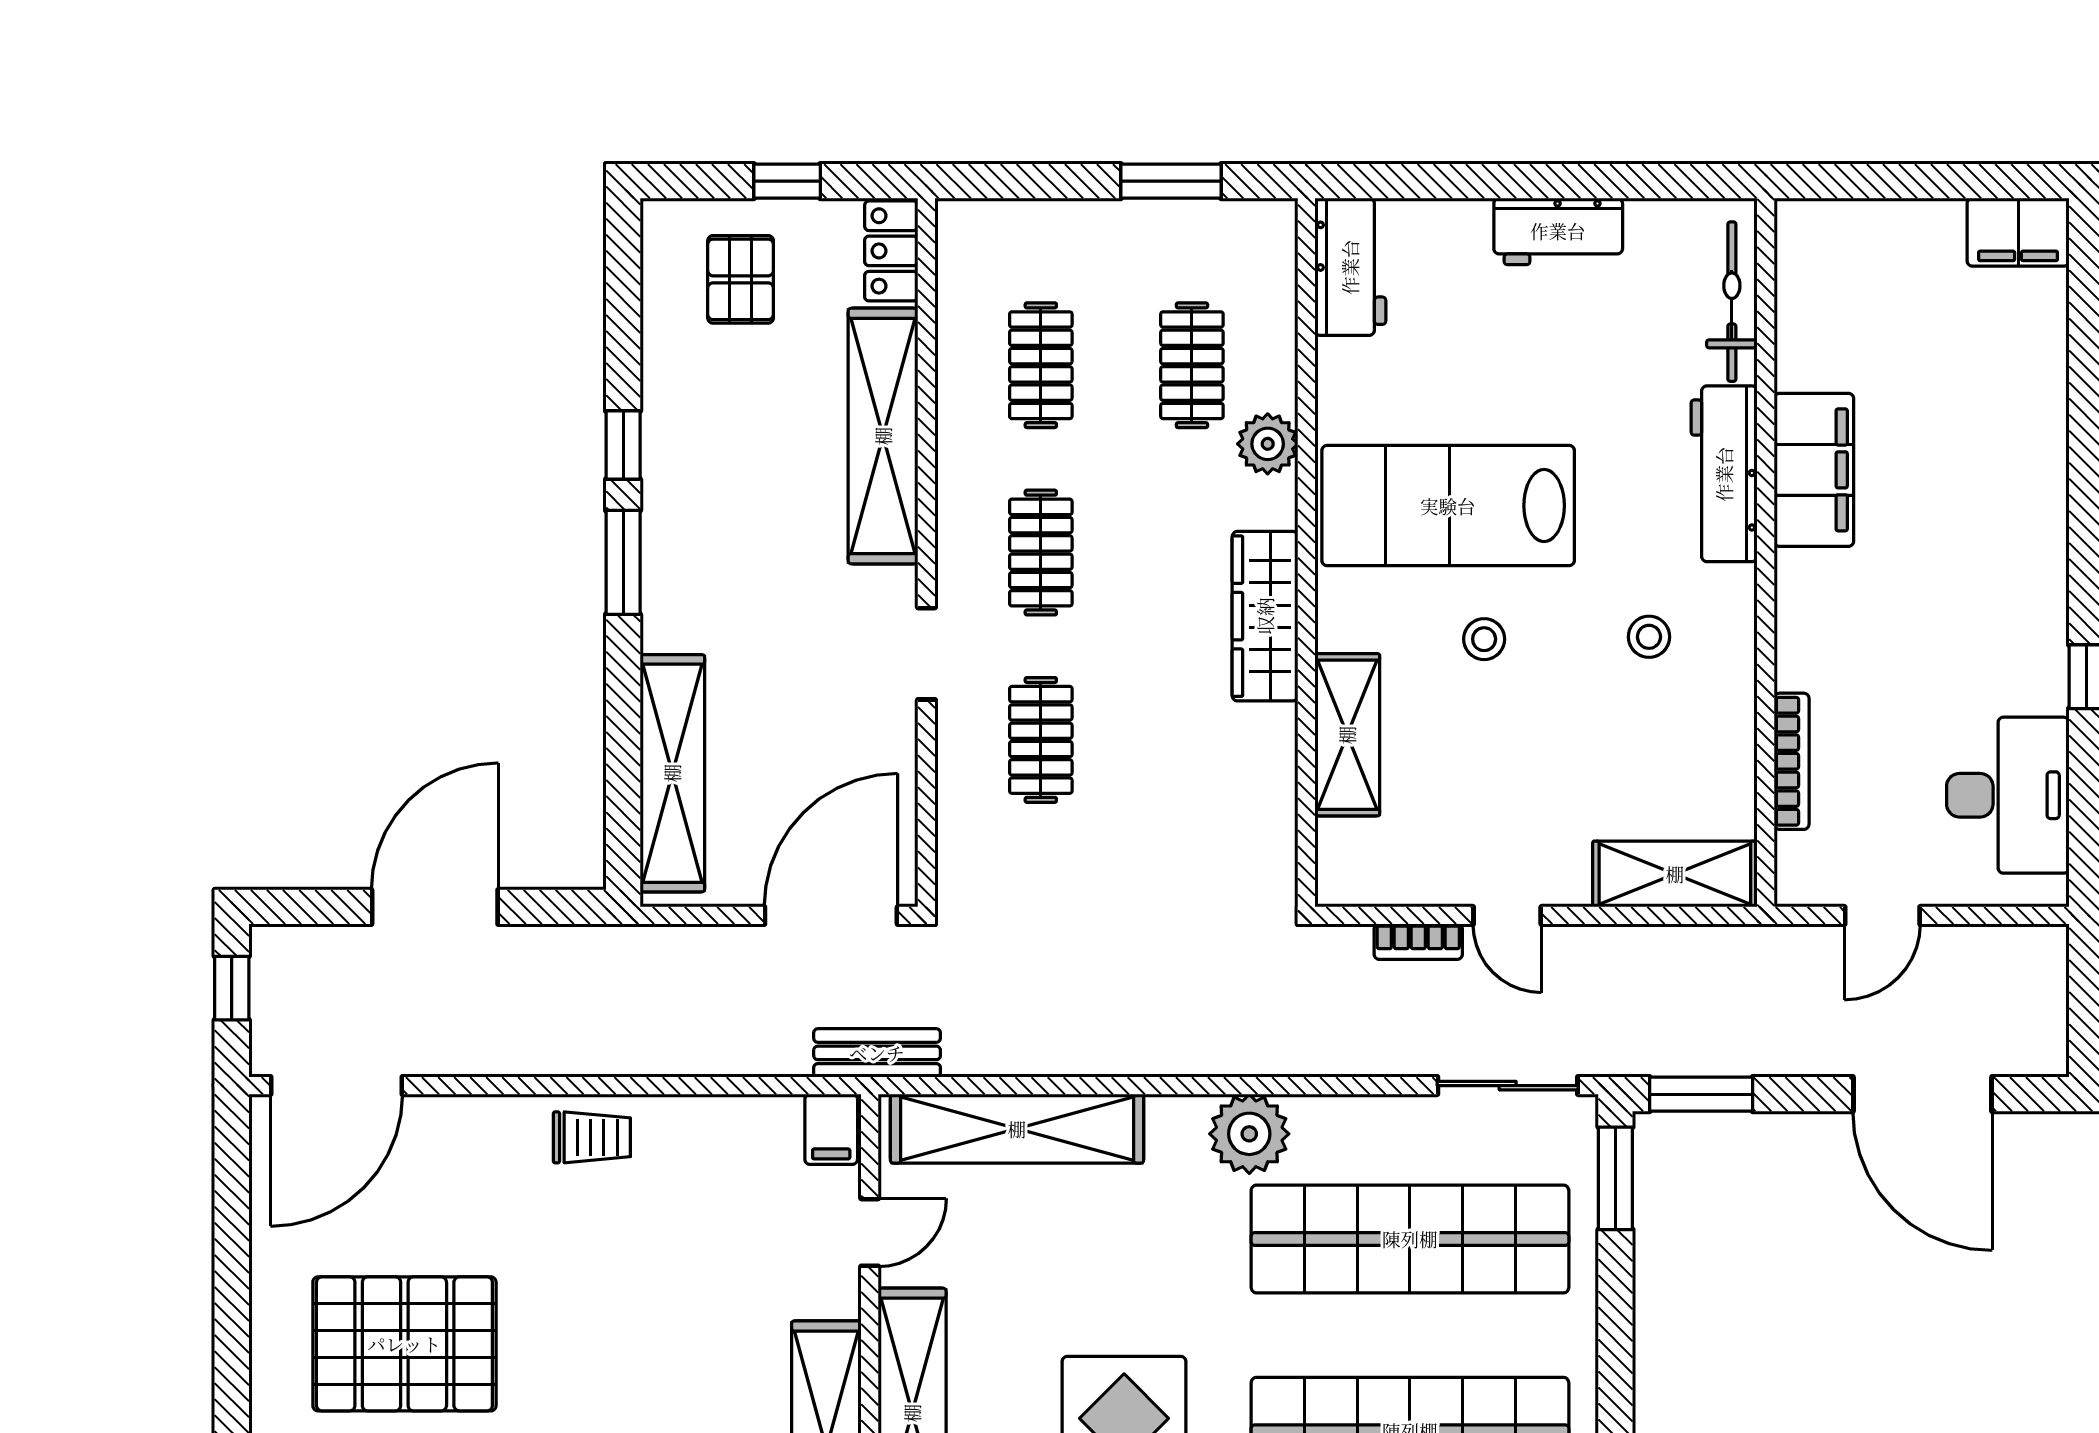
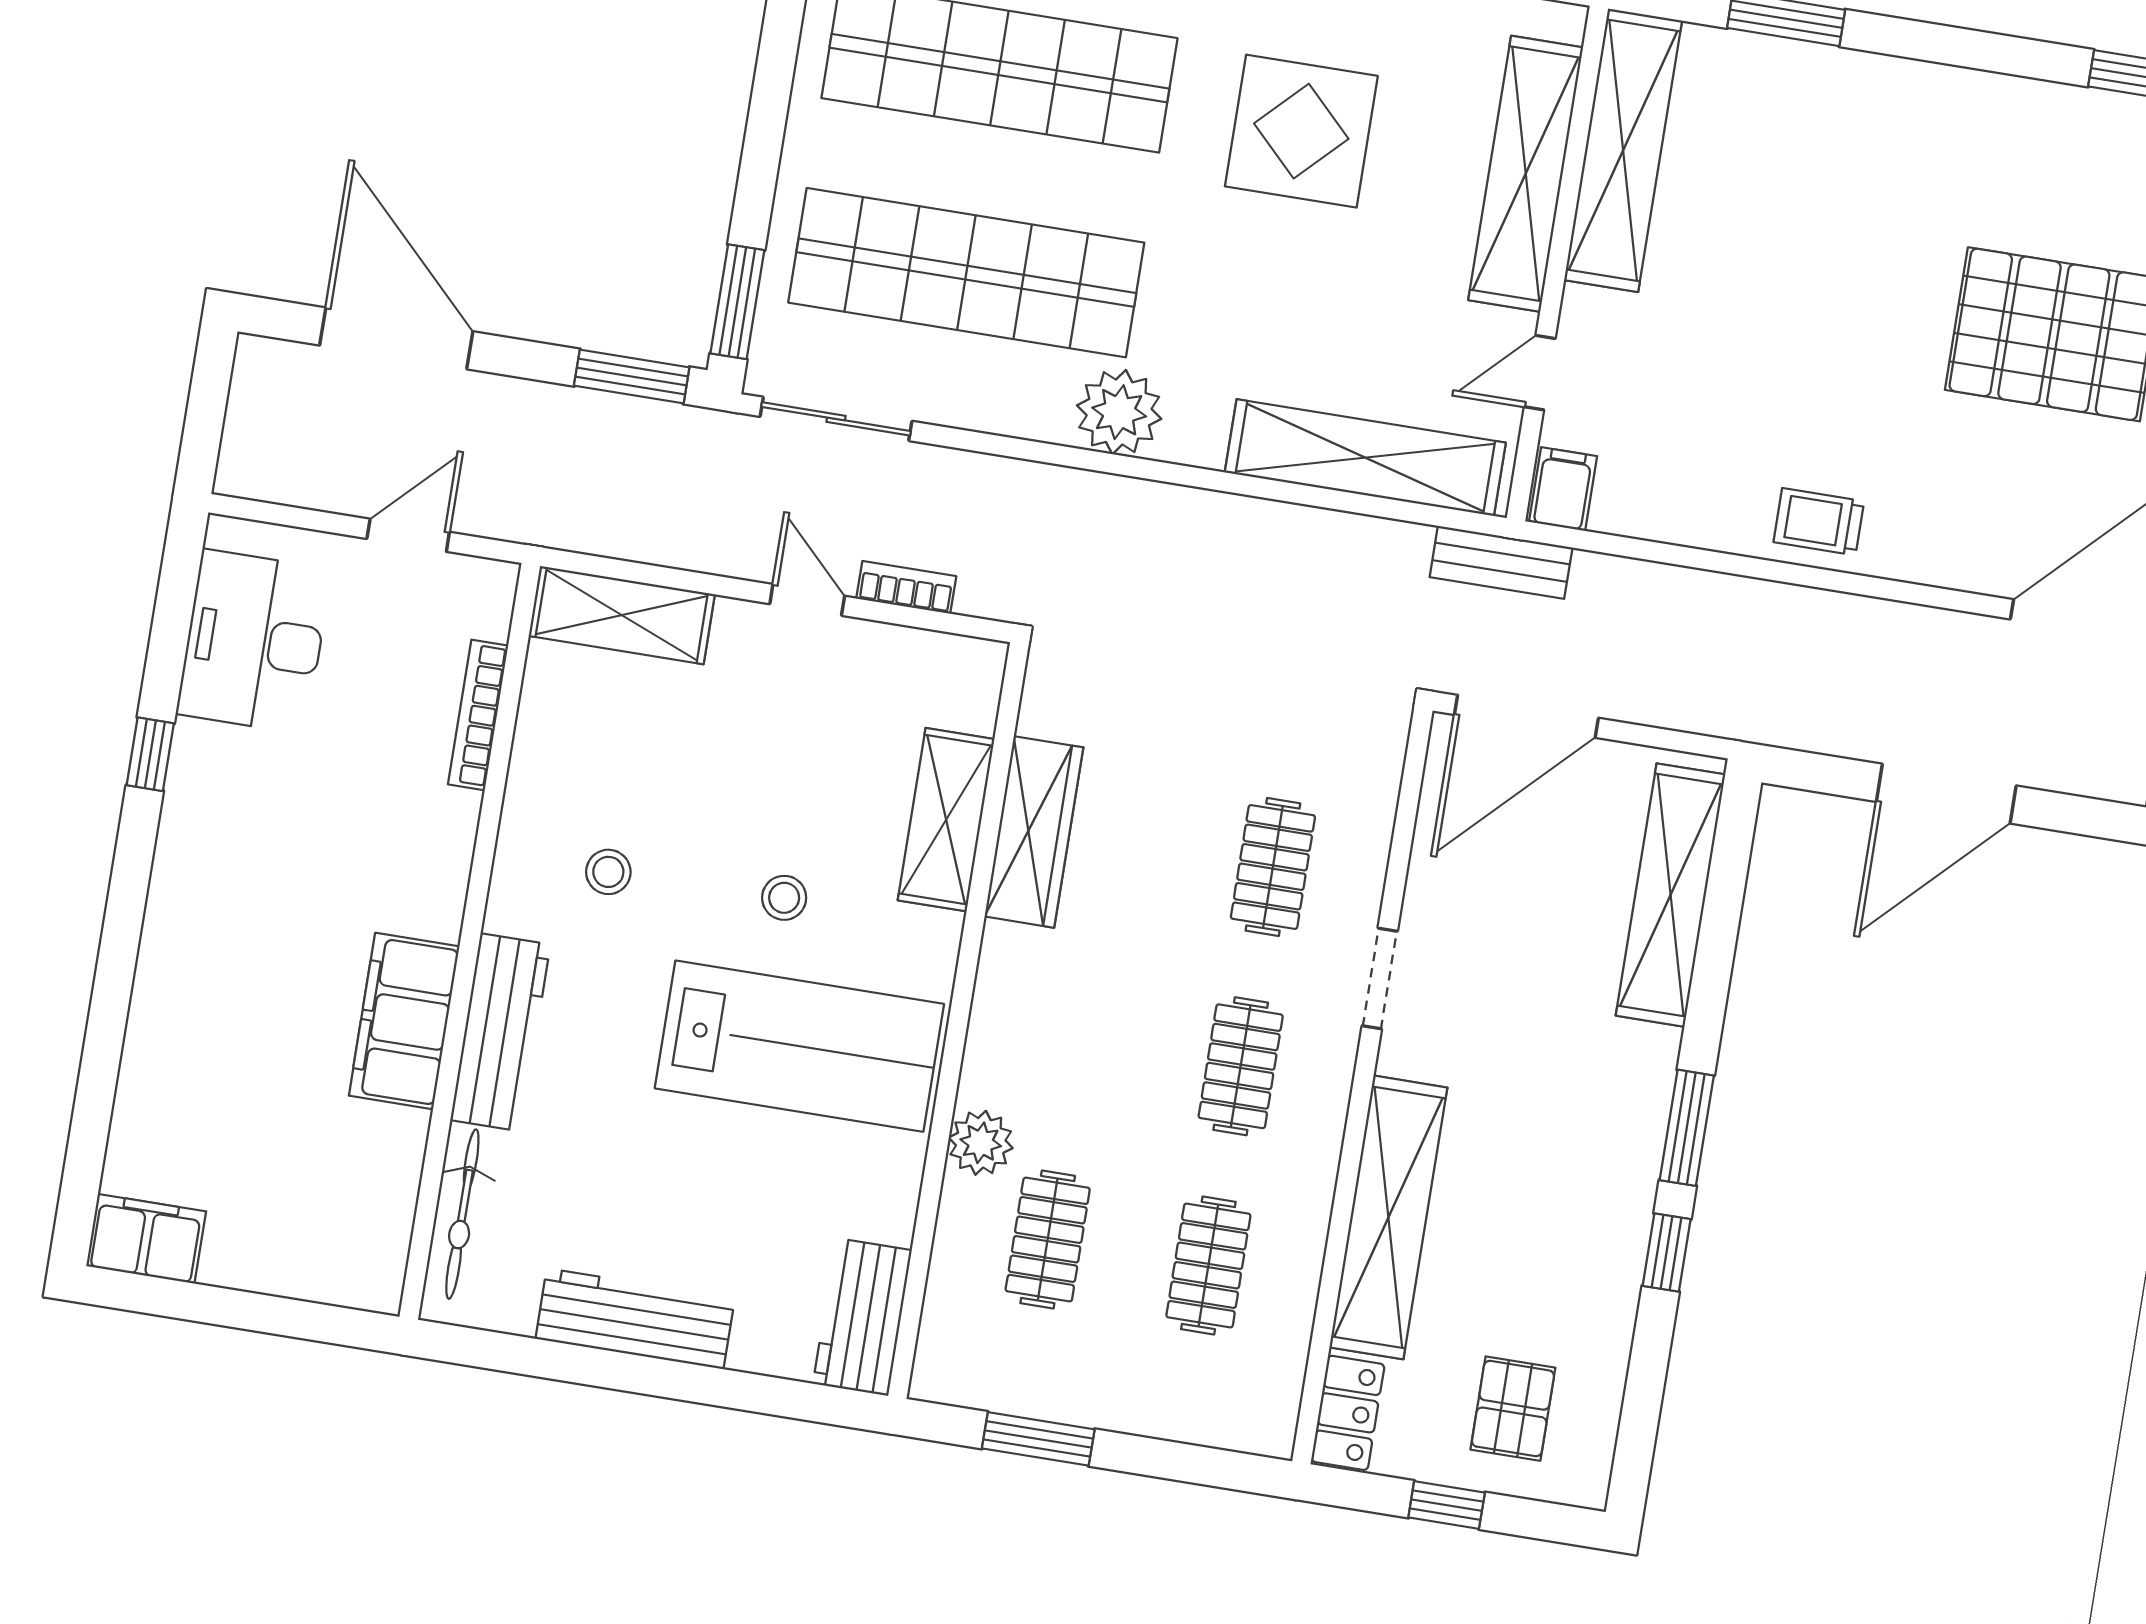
workbench: (1558, 231) -> (635, 1319), width x1.38
wardrobe: (1265, 616) -> (1034, 832), moved

